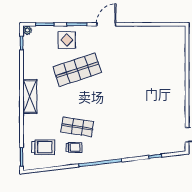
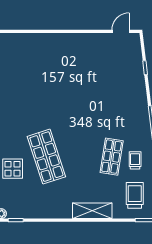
shelving: (30, 96) -> (92, 211), moved

